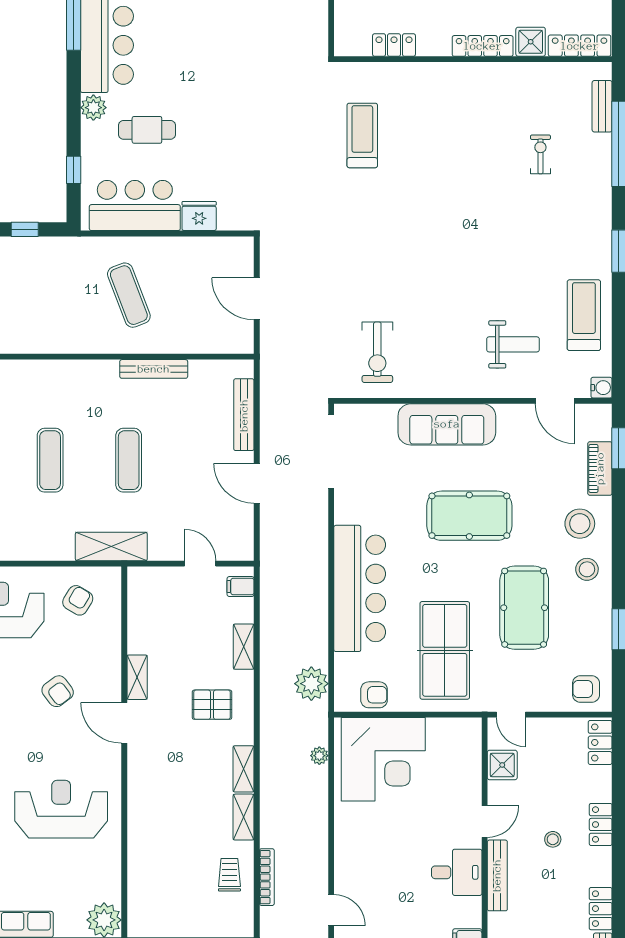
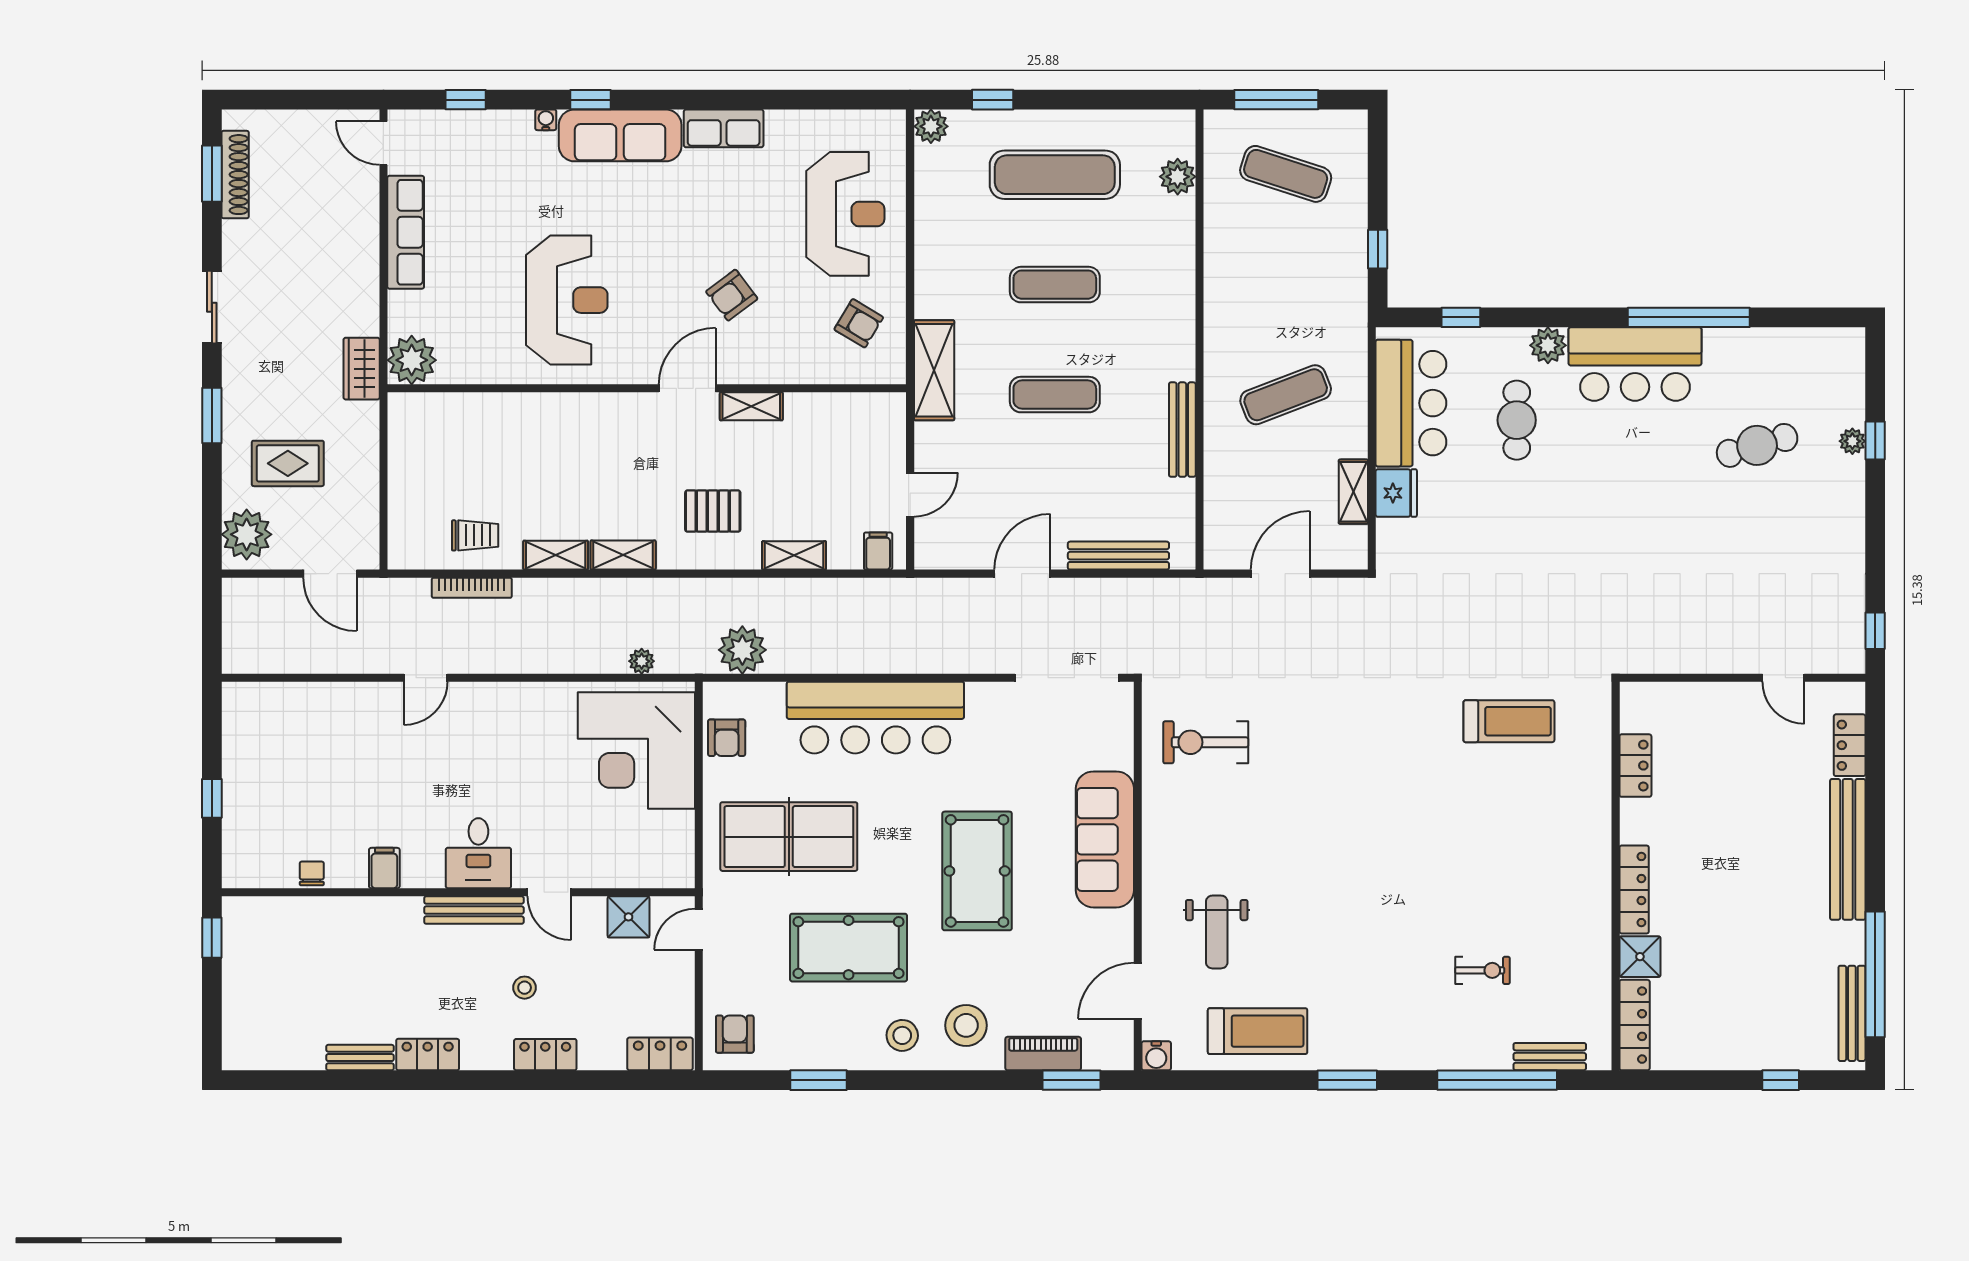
shelving: (198, 247) -> (1353, 492), added
pallet: (212, 705) -> (713, 511), turned 90

